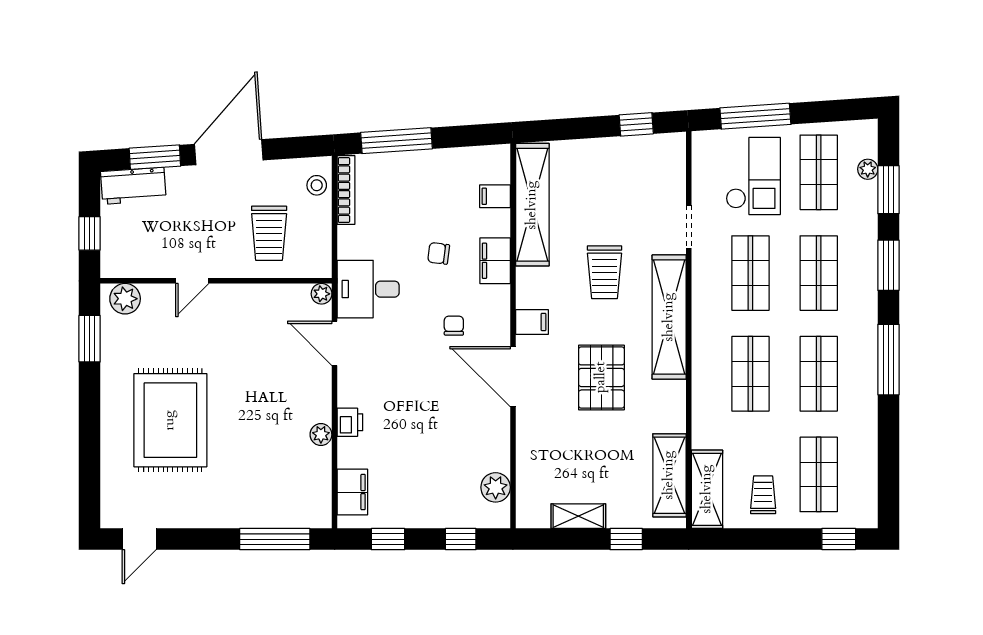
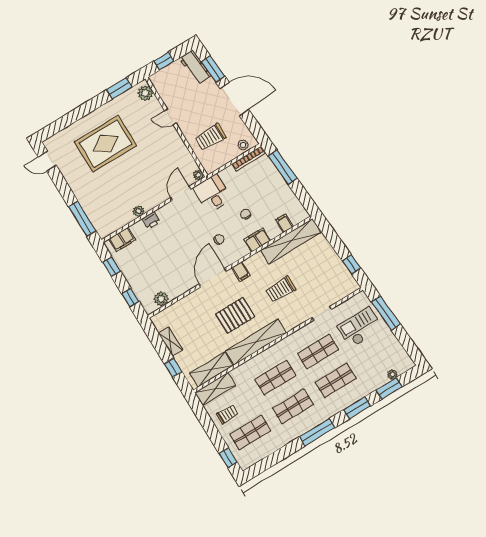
shop shelf: (819, 172) -> (378, 354), removed
checkout: (753, 176) -> (360, 328), turned 180
shelving: (669, 317) -> (256, 342), moved

